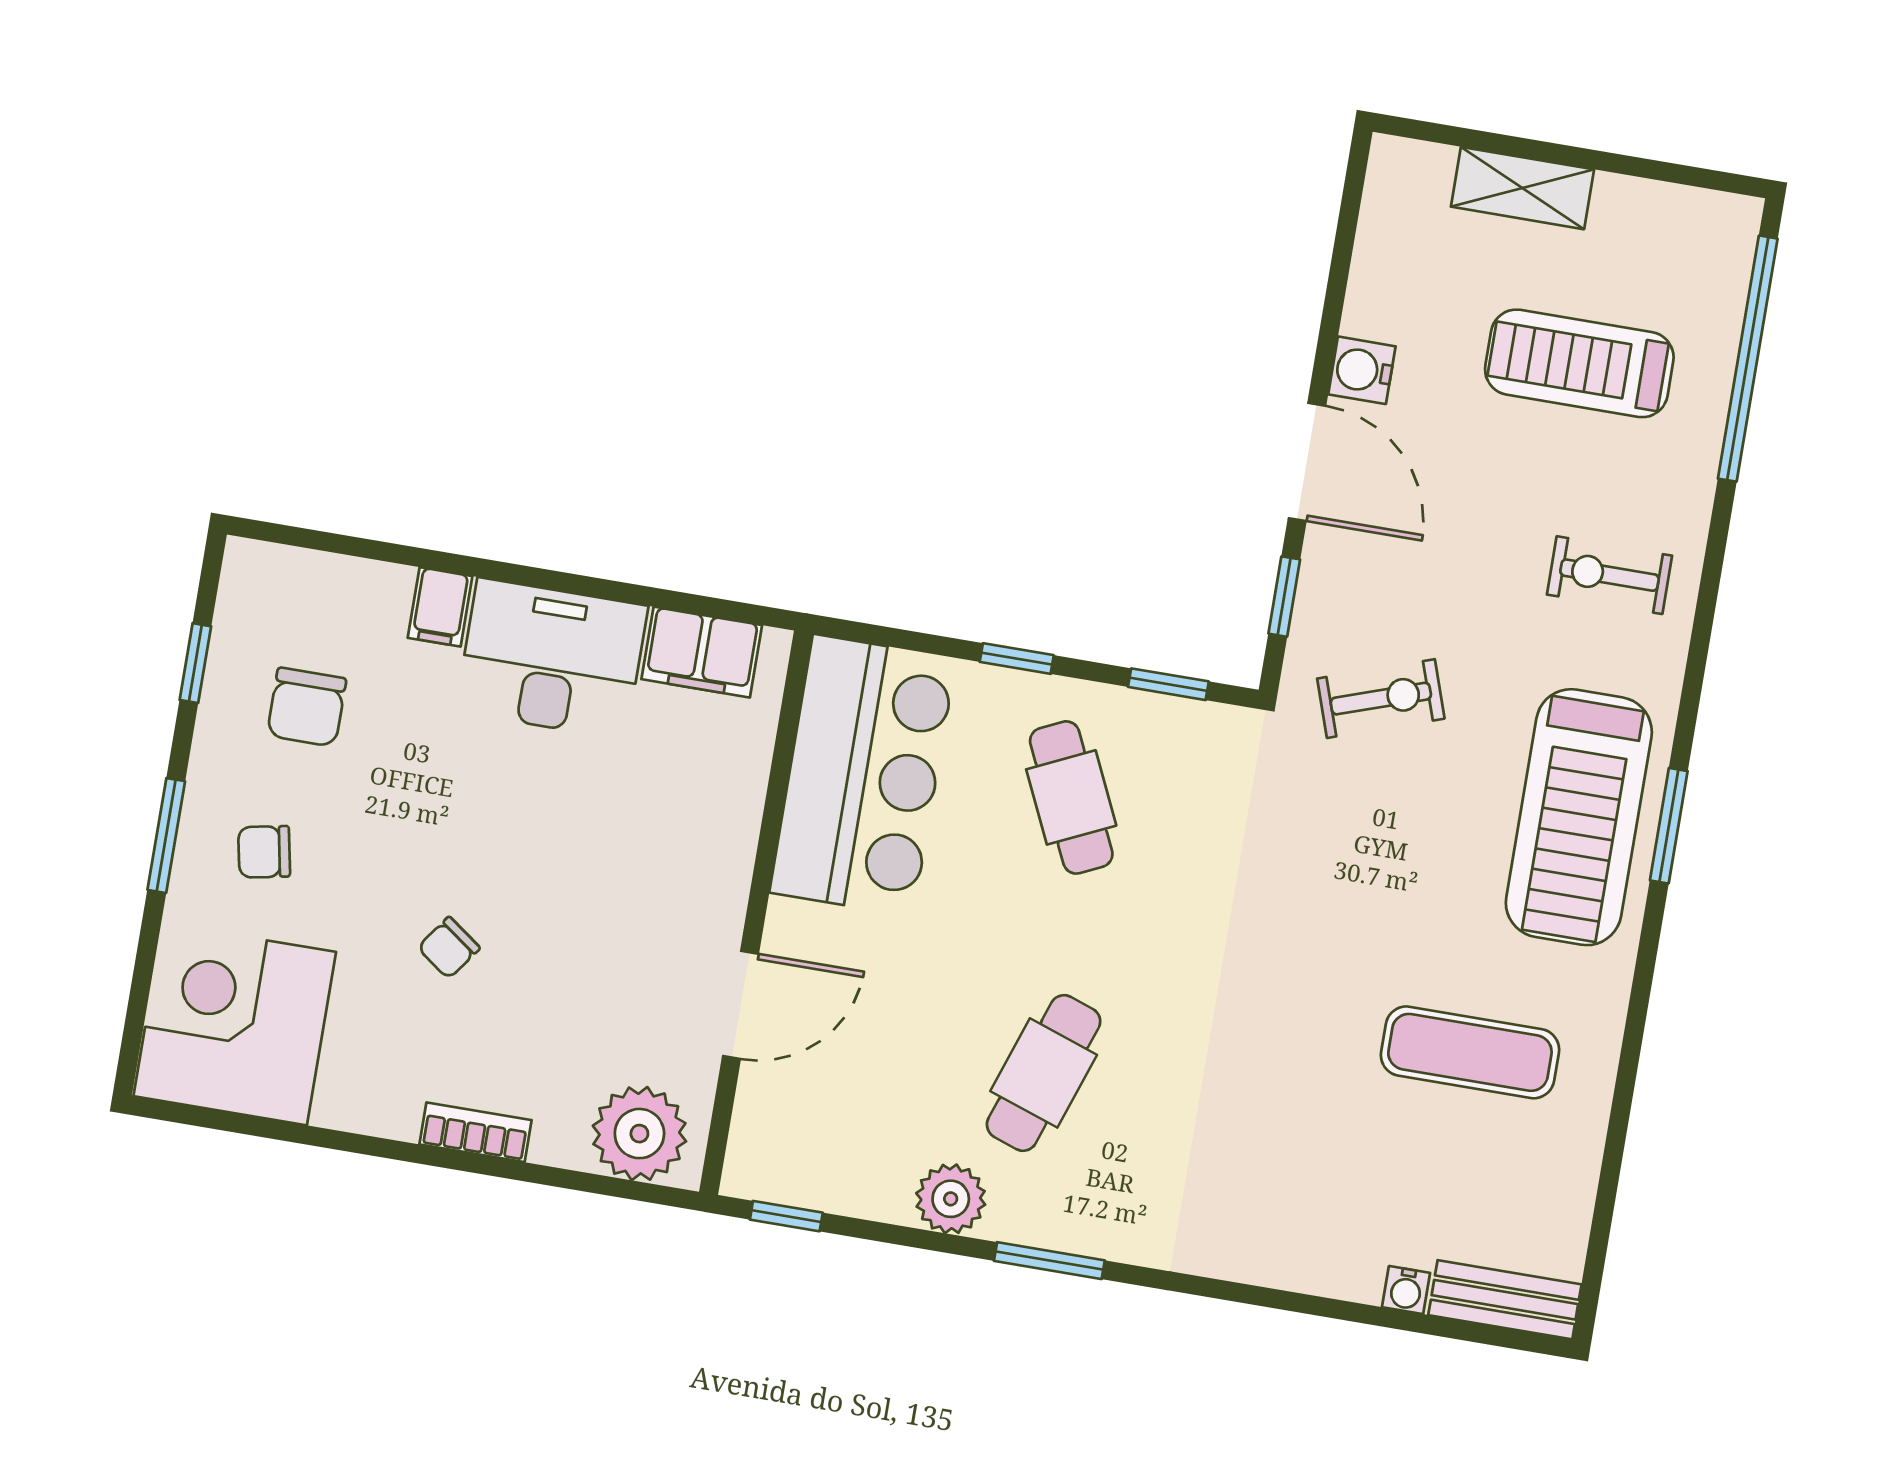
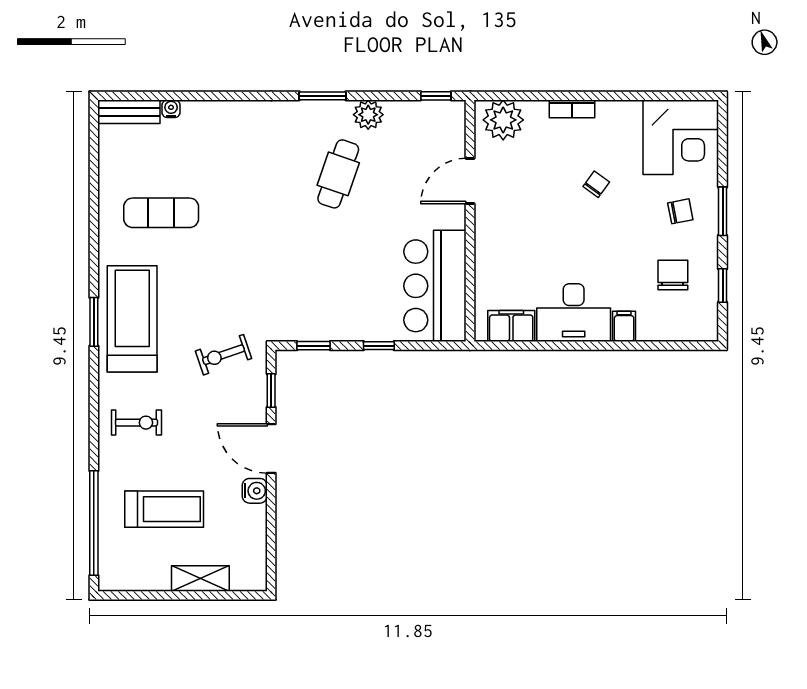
cafe table: (1071, 797) -> (346, 291), removed

